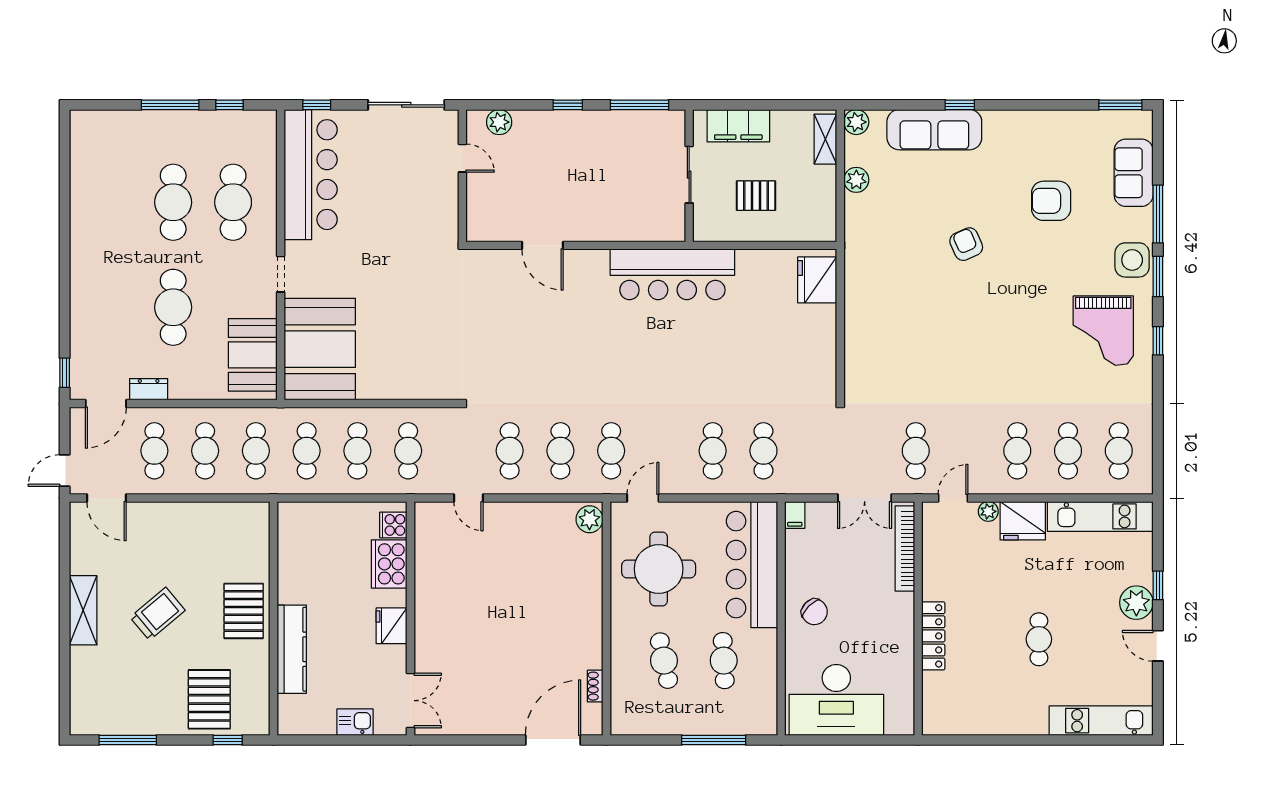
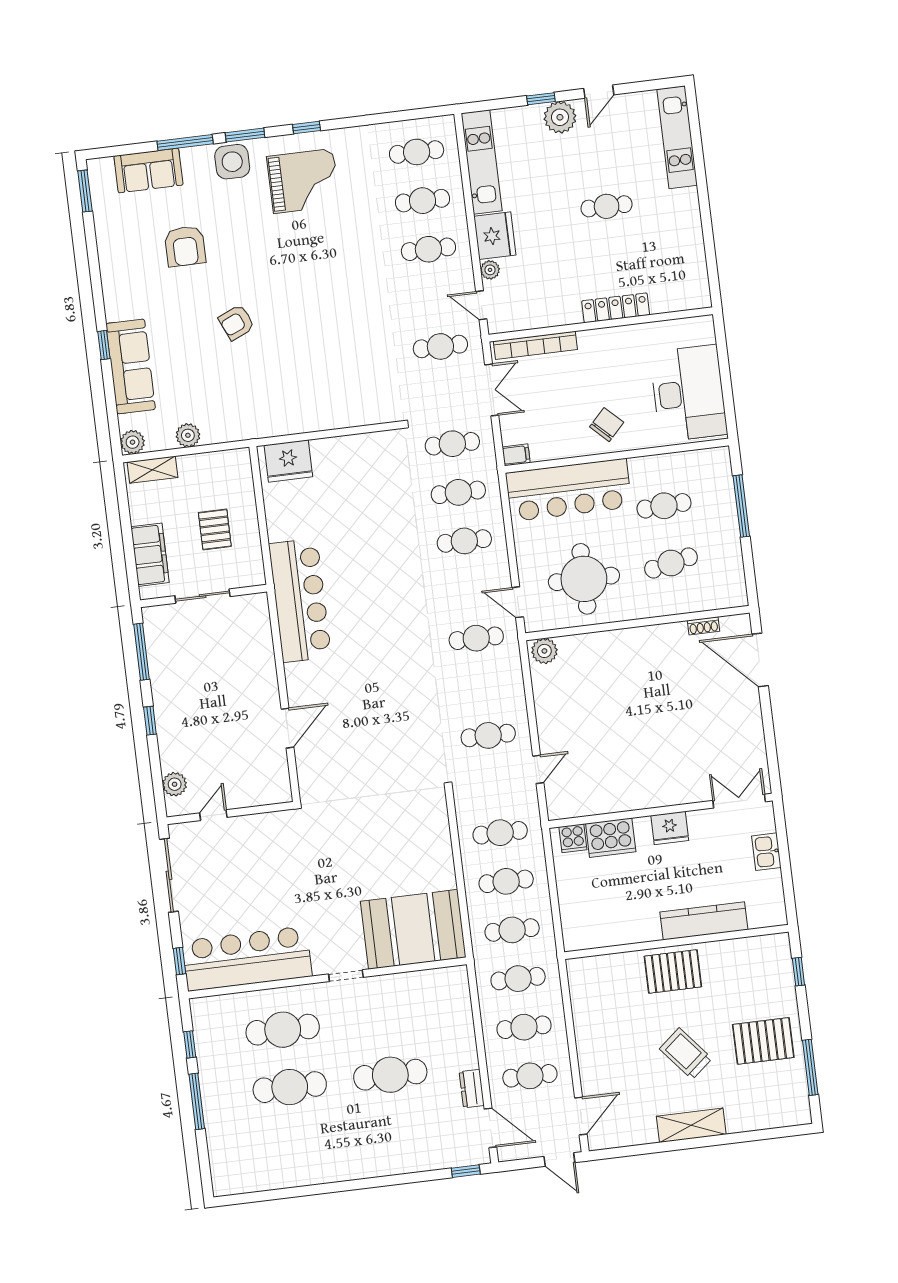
booth: (253, 355) -> (427, 993), removed
cafe table: (560, 451) -> (452, 444), moved
pallet: (209, 699) -> (763, 1041), moved

